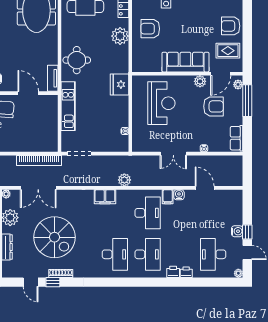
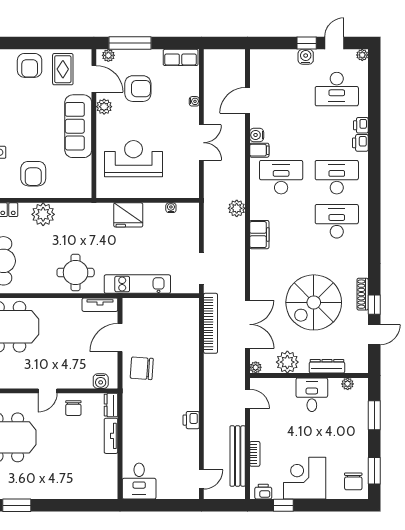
fridge: (120, 85) -> (128, 215), moved
armchair: (213, 106) -> (138, 89), turned 90
spiral stairs: (54, 237) -> (314, 302), turned 180

